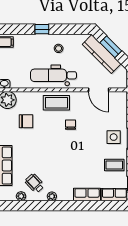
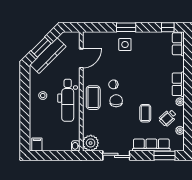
window: (42, 29) -> (25, 111), removed
chair: (26, 121) -> (116, 101), moved
coffee table: (114, 165) -> (145, 113), moved
row of seats: (87, 194) -> (178, 84), moved

